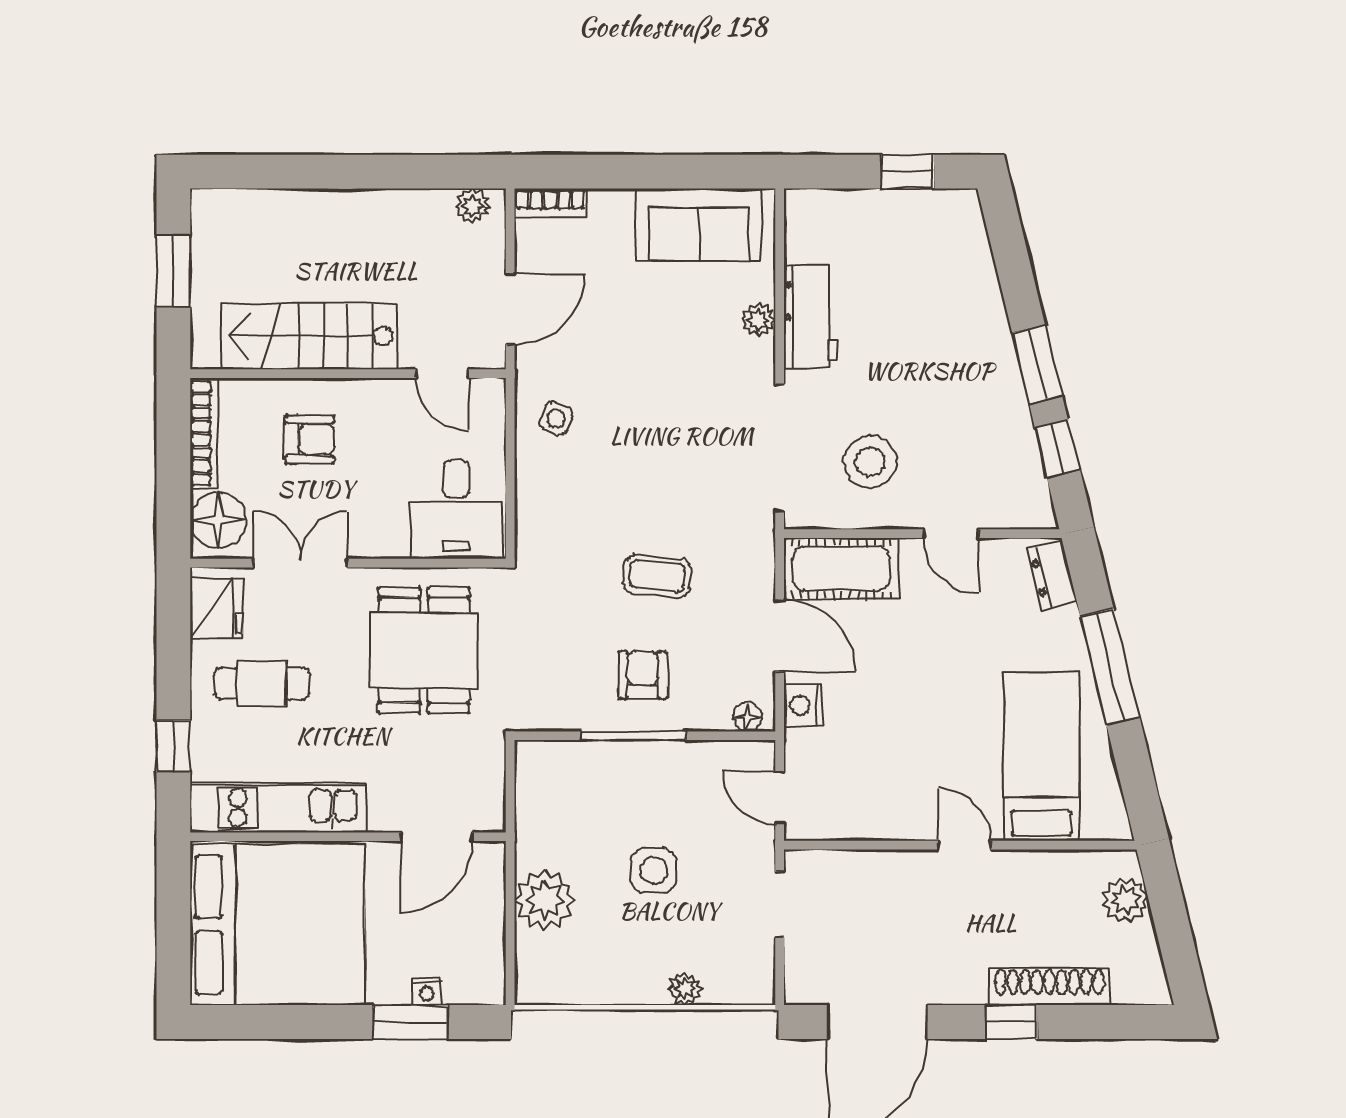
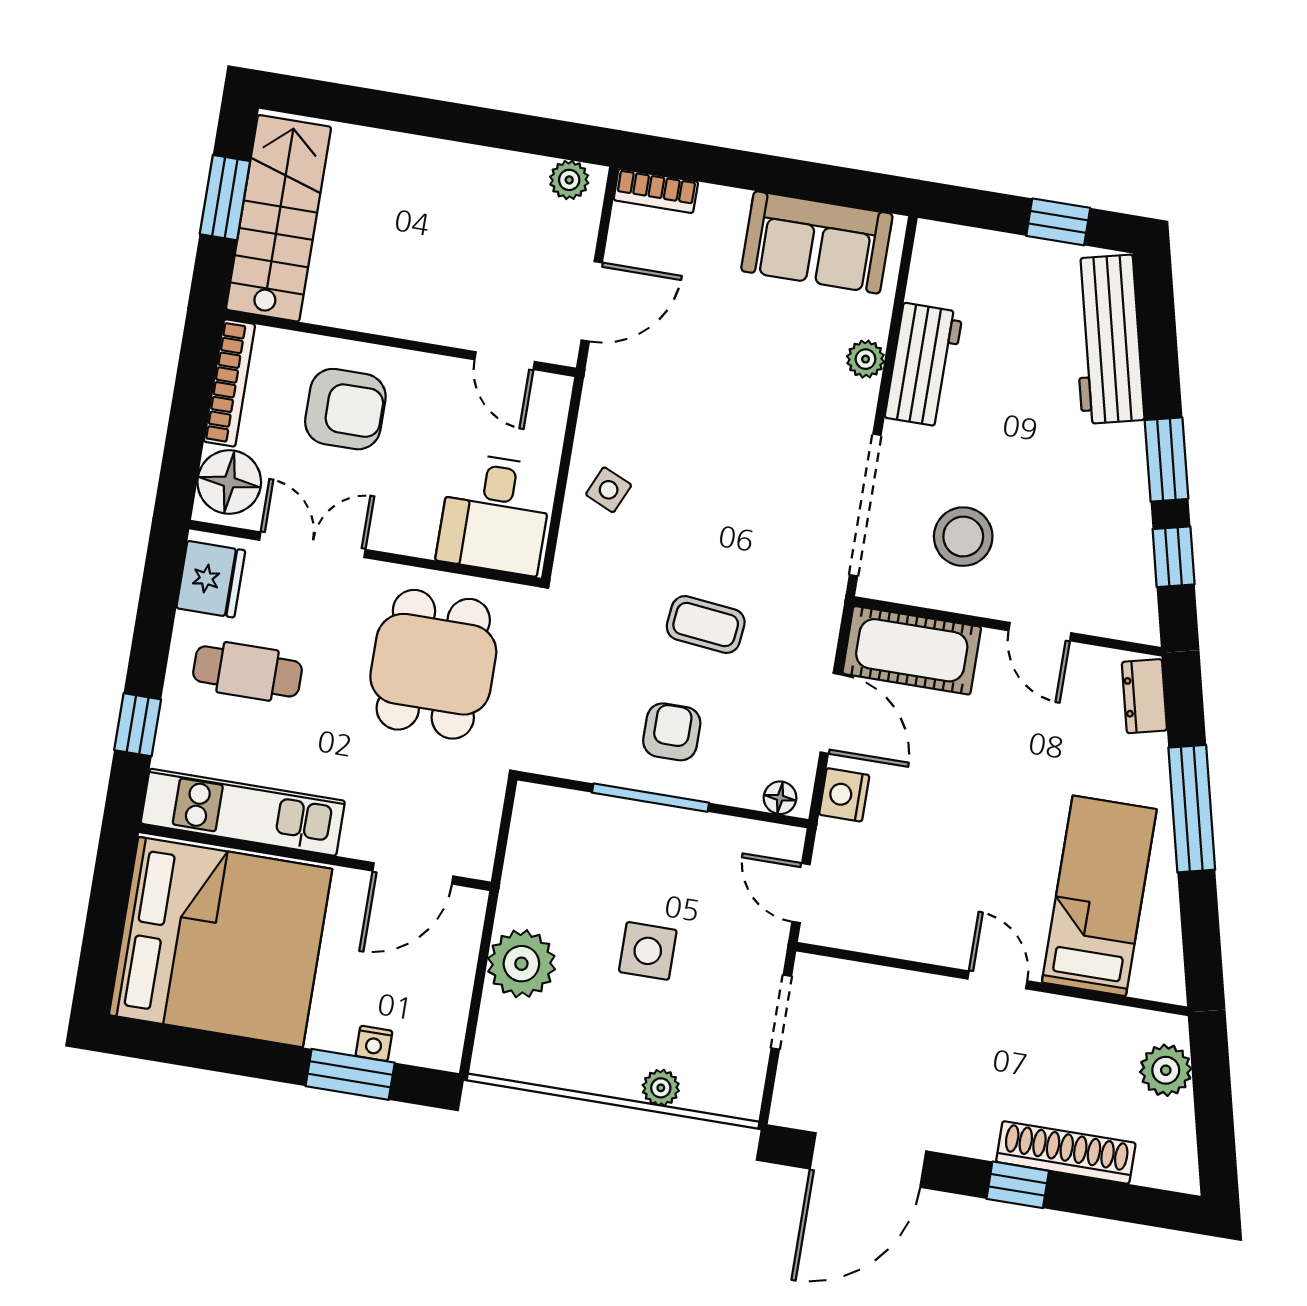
workbench: (968, 267) -> (1108, 339), added
stairs: (309, 336) -> (278, 218), moved, turned 90
side table: (556, 419) -> (609, 490), moved
armchair: (310, 439) -> (345, 409), width x1.38, depth x1.38

